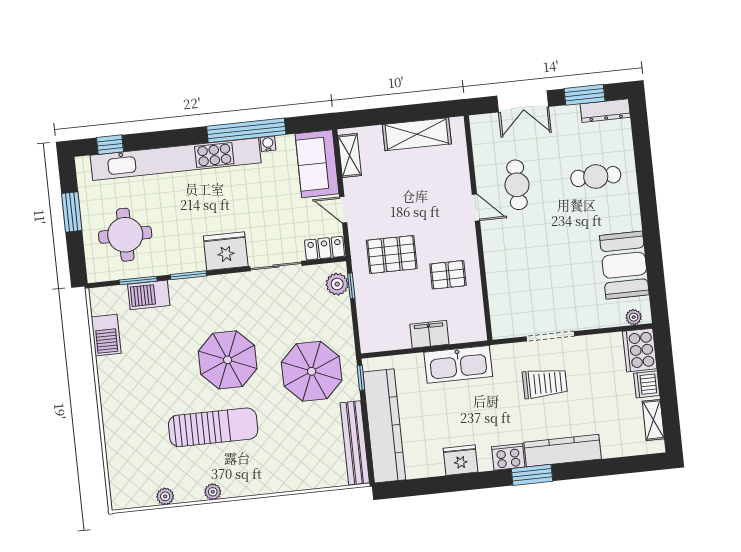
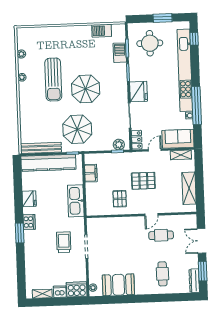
pallet: (392, 254) -> (143, 181), moved, turned 90
filing cabinet: (429, 334) -> (91, 173), moved
trolley: (545, 383) -> (64, 242), turned 180
kitchen counter: (563, 451) -> (30, 249), removed

